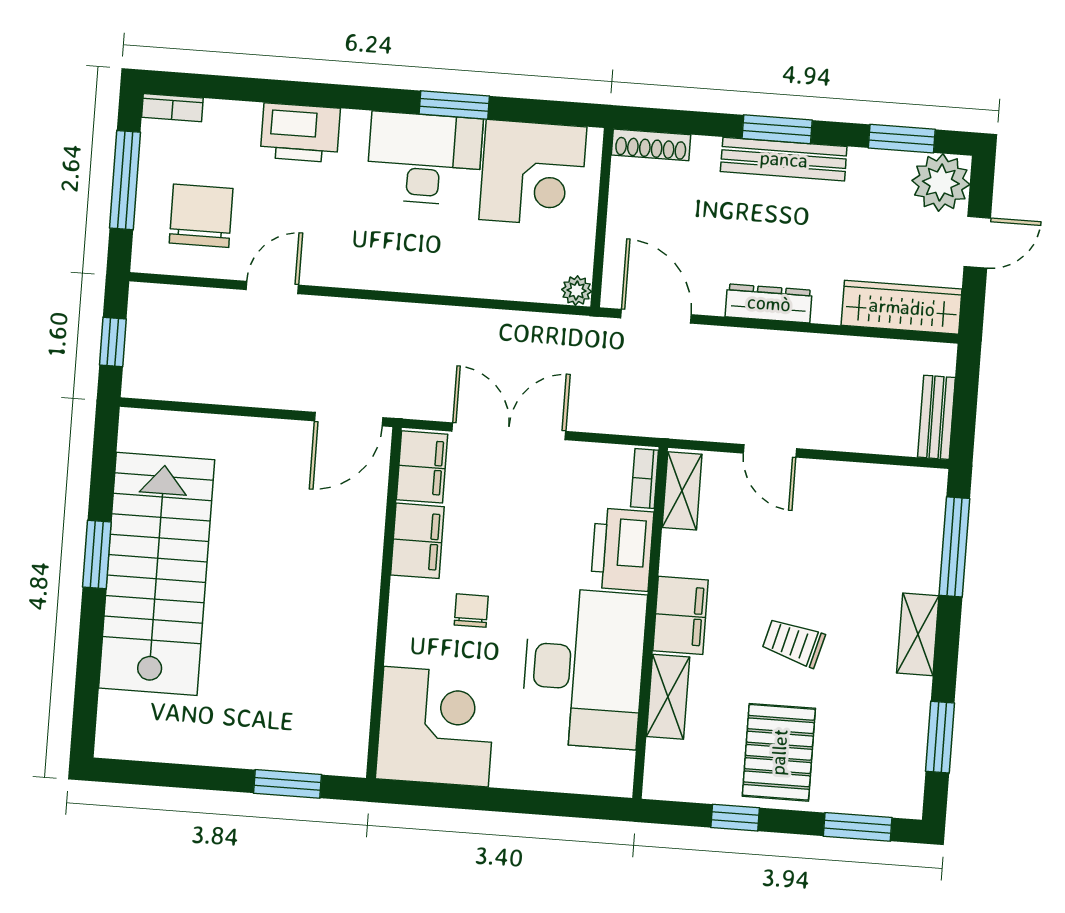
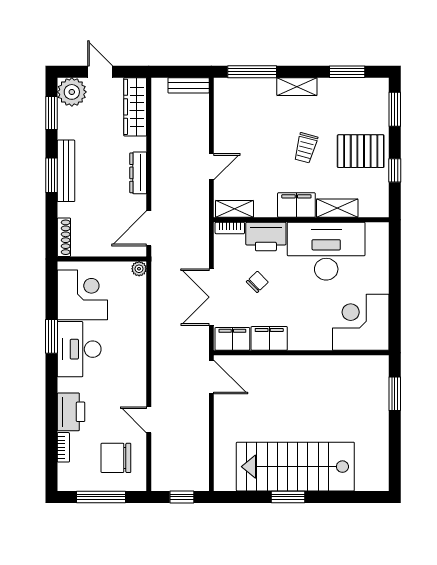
bookcase: (172, 108) -> (63, 447), moved
chair: (471, 611) -> (257, 282), moved, turned 136

